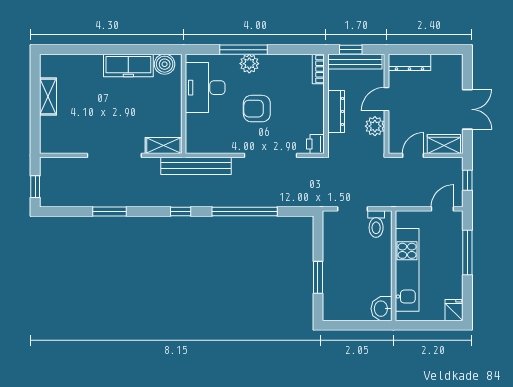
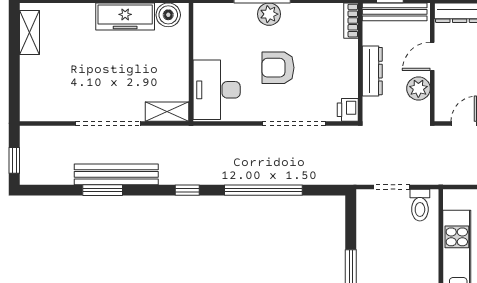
desk: (205, 88) -> (217, 90), moved
shelving: (48, 97) -> (30, 33), moved
bench: (196, 166) -> (116, 174), moved

